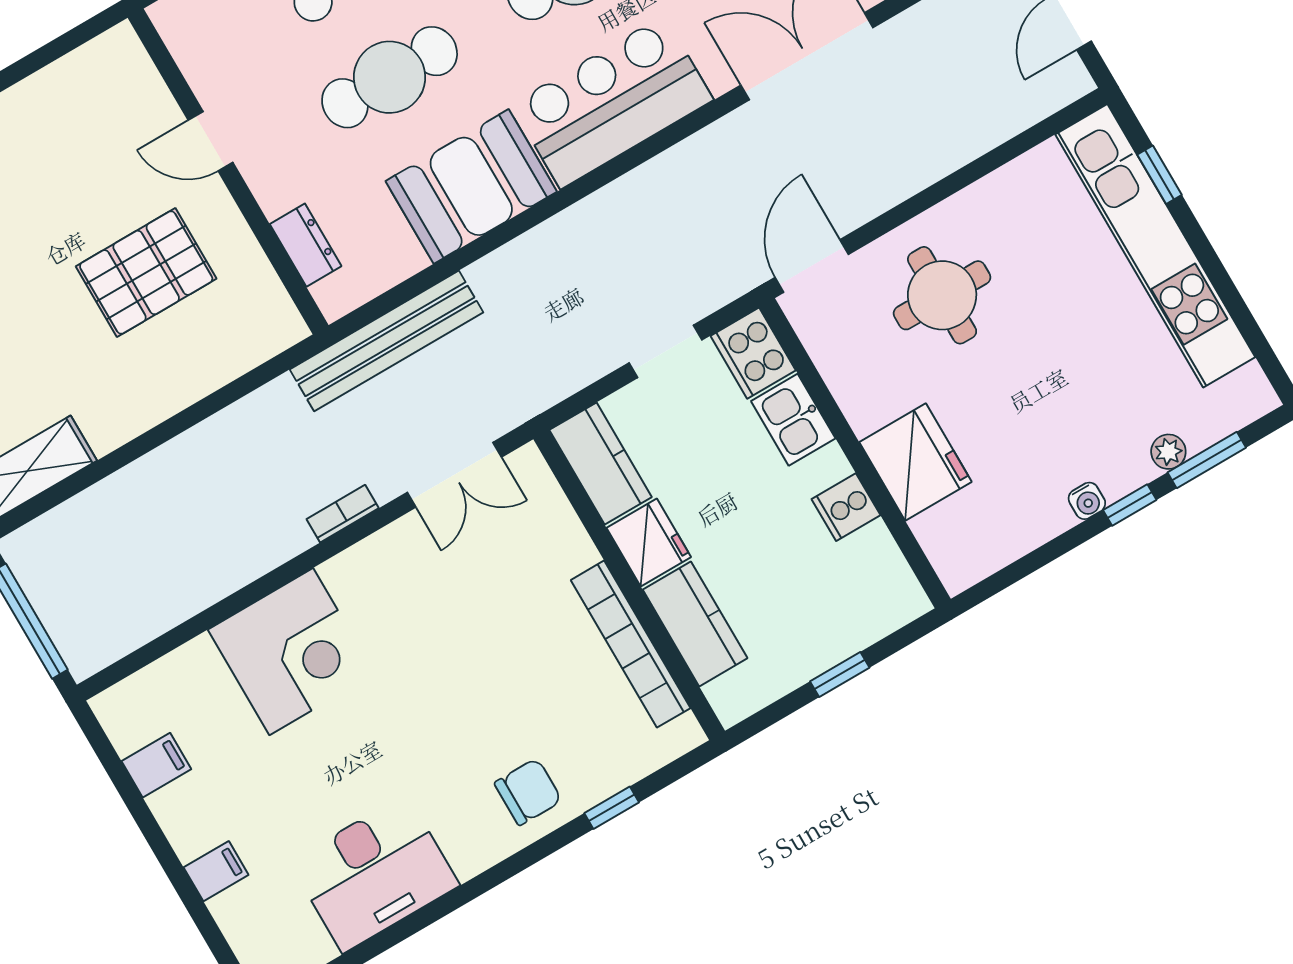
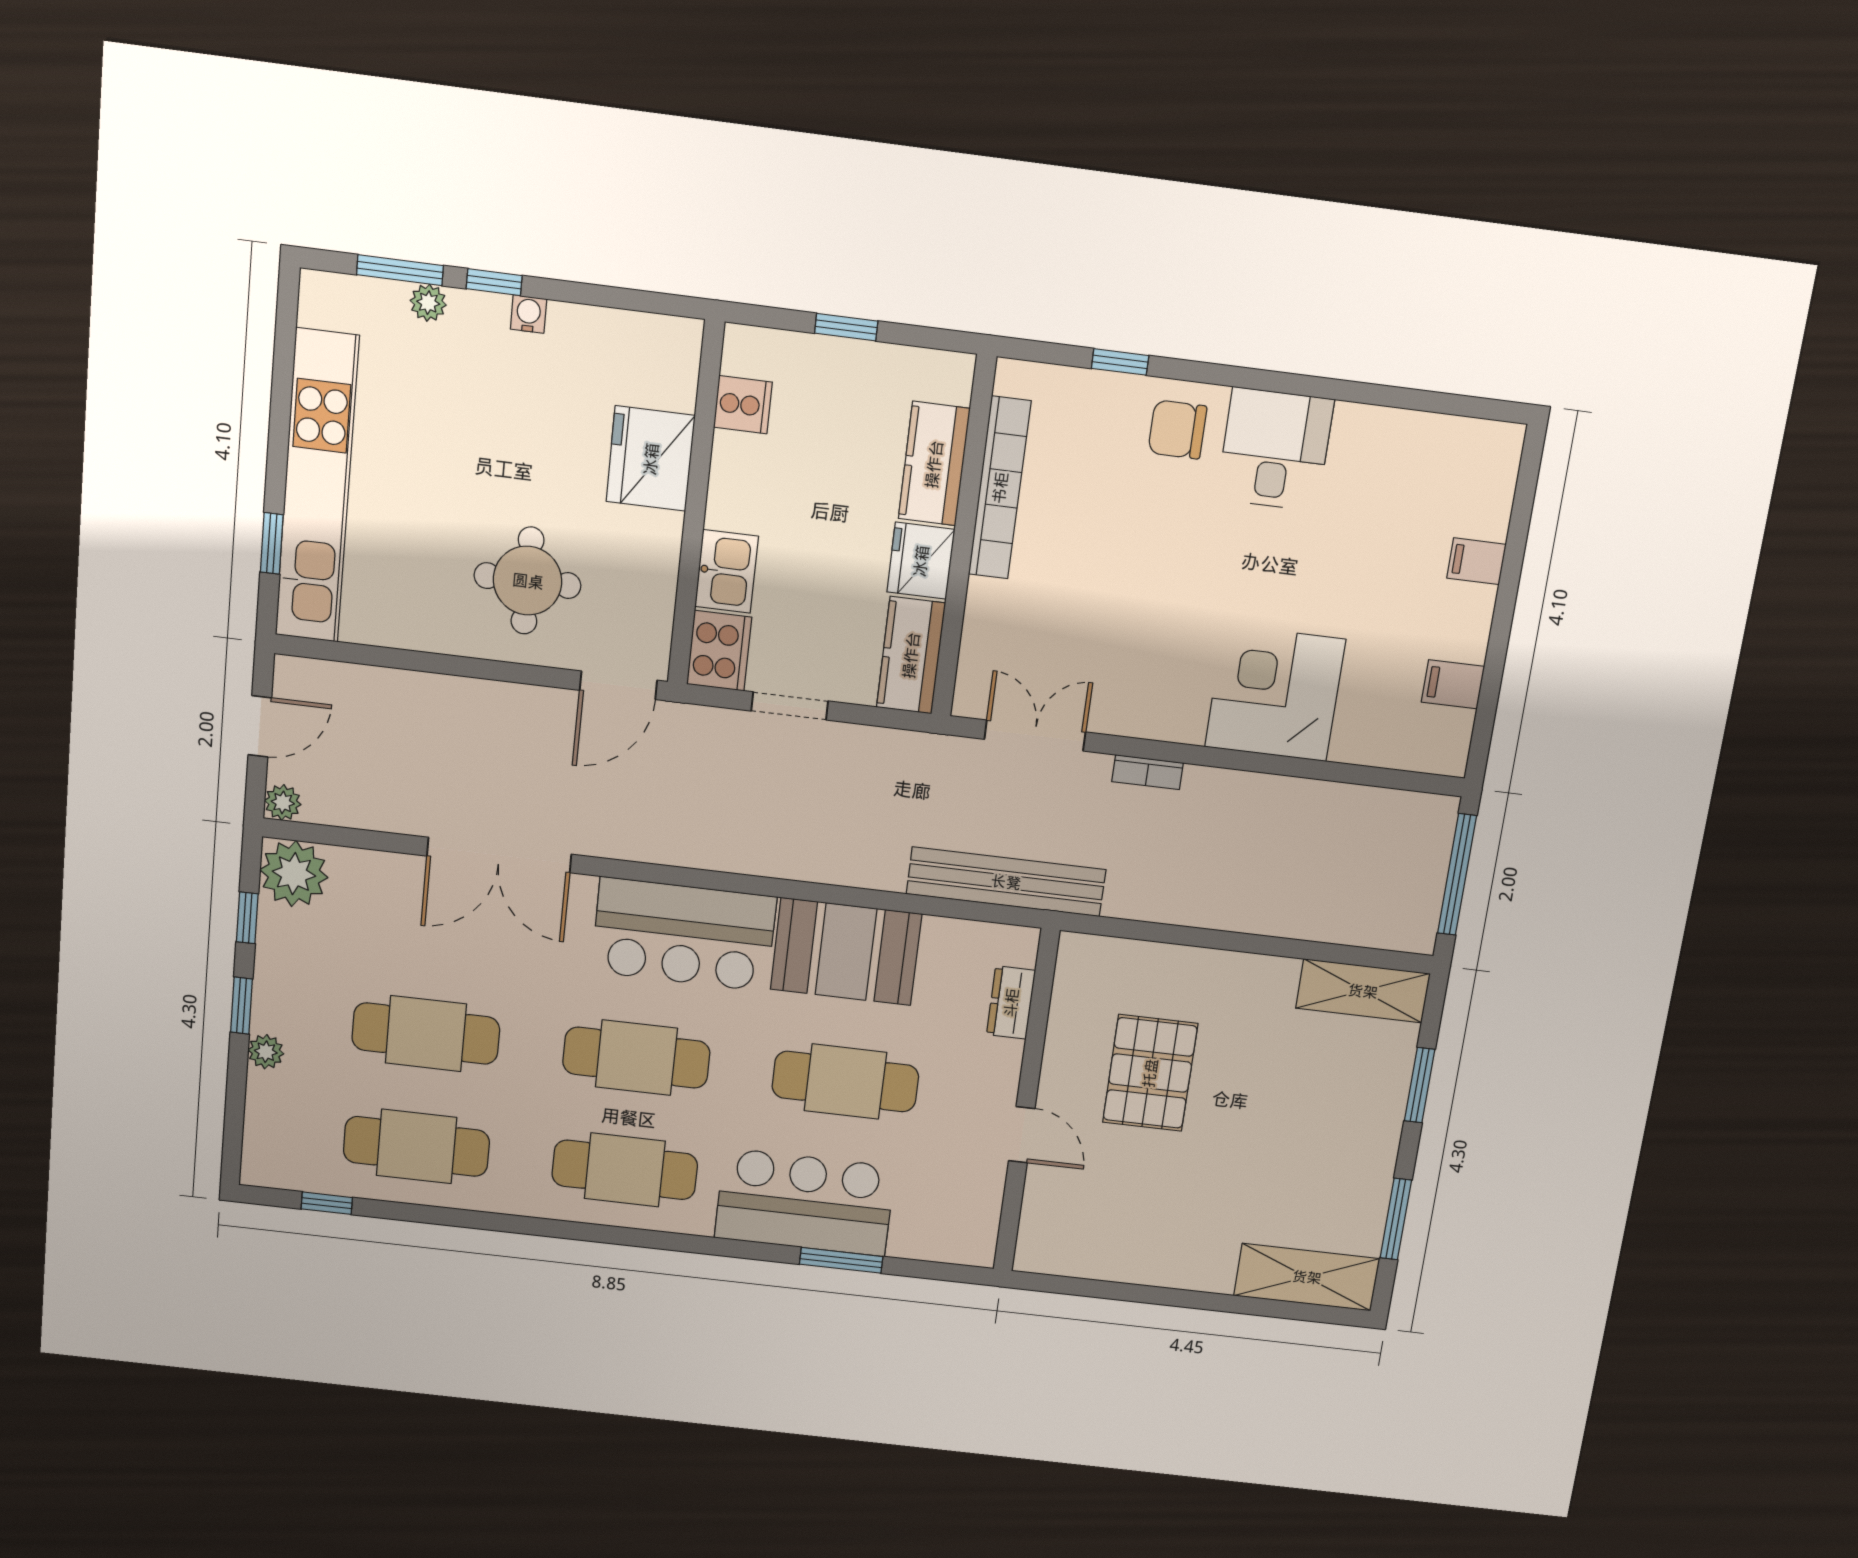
pallet: (146, 272) -> (1150, 1073), turned 90
cooker: (846, 507) -> (743, 405), moved
desk: (374, 874) -> (1275, 449), moved, width x0.73

